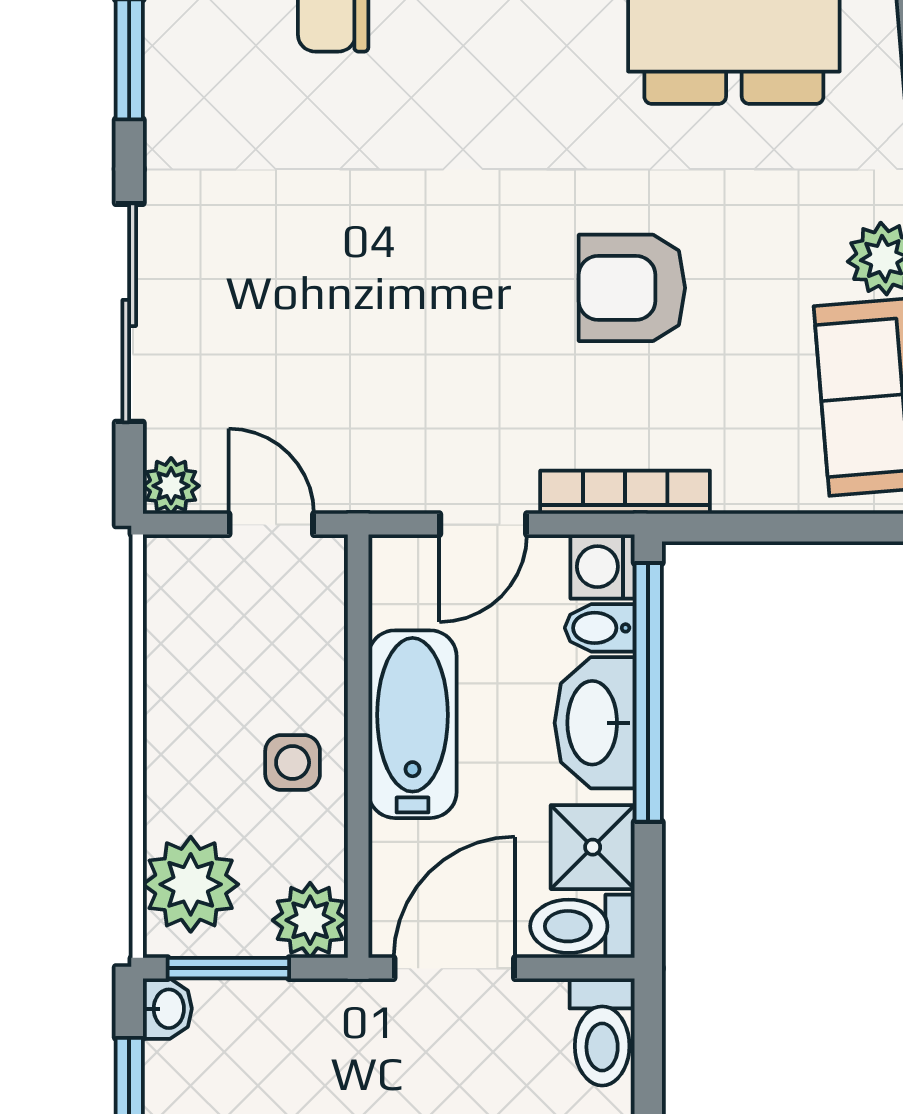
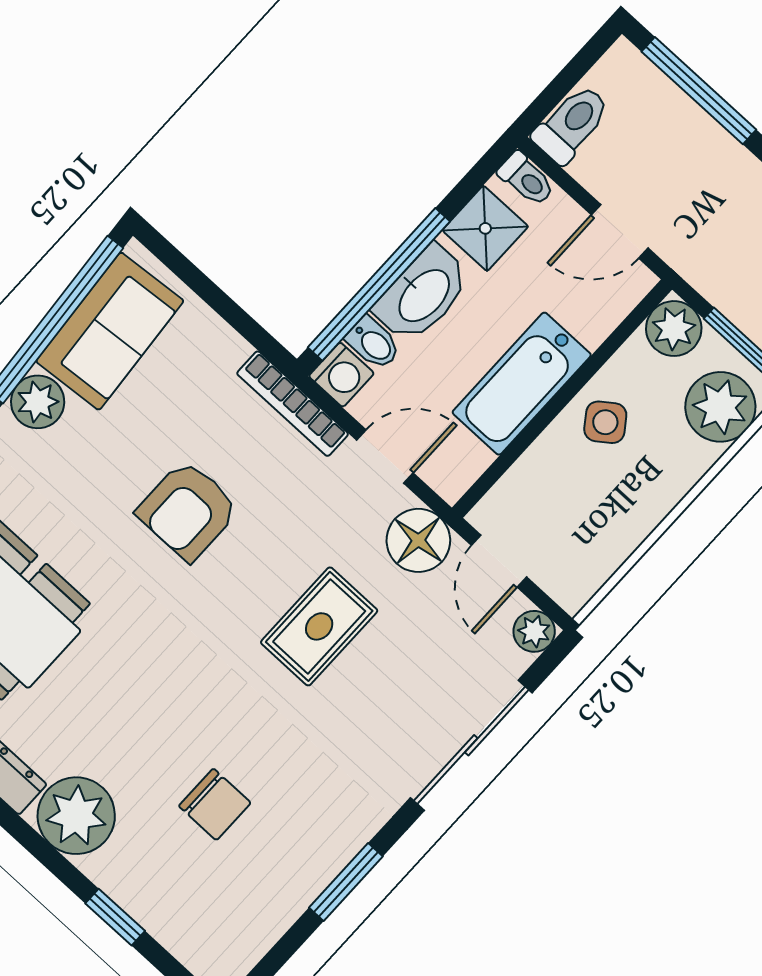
armchair: (632, 288) -> (188, 510), turned 90
rug: (392, 292) -> (319, 626), added
floor lamp: (372, 471) -> (418, 540), added
side table: (293, 763) -> (605, 422), turned -36
toilet: (582, 926) -> (526, 179), width x0.73, depth x0.72
door: (454, 968) -> (620, 231), width x0.73

